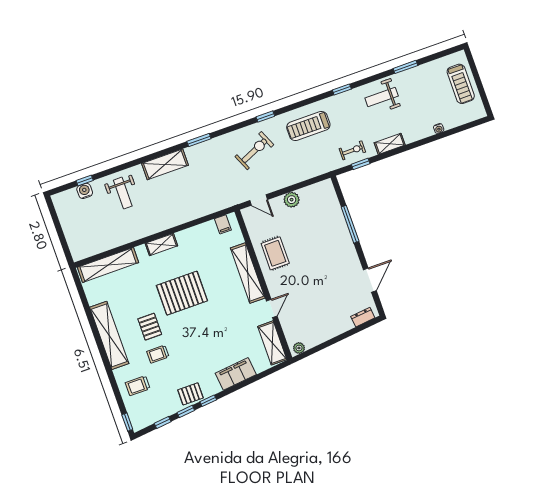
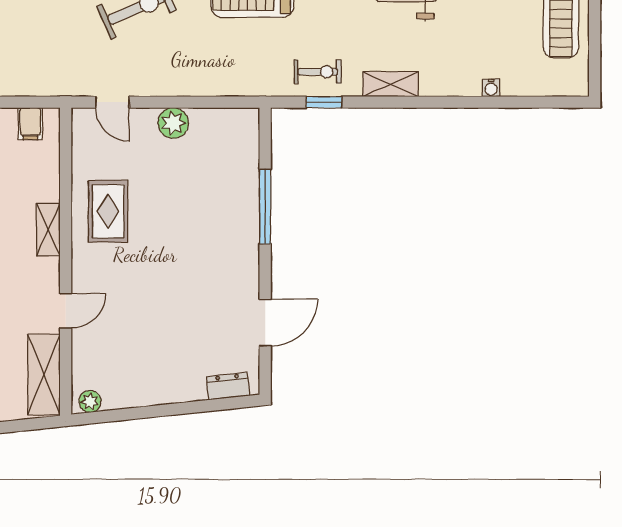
shelving: (248, 273) -> (48, 230), width x0.45, depth x0.75

